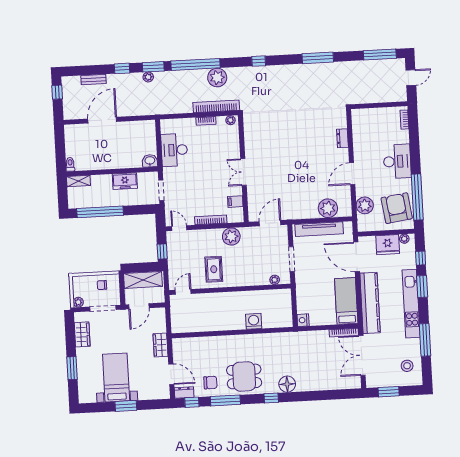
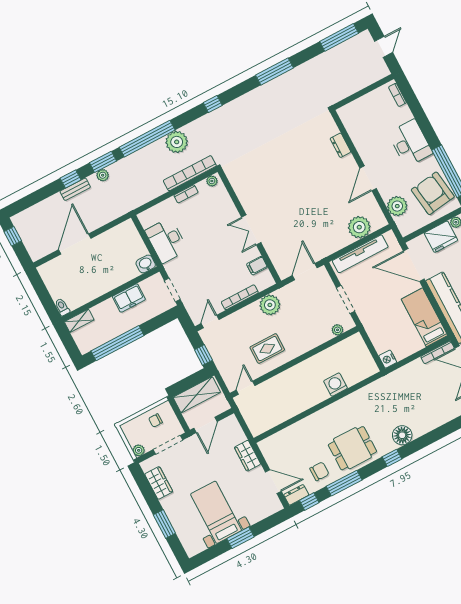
bench: (94, 80) -> (75, 189), moved
door: (179, 228) -> (210, 322), hinge flipped
rug: (214, 269) -> (267, 349), turned 90

